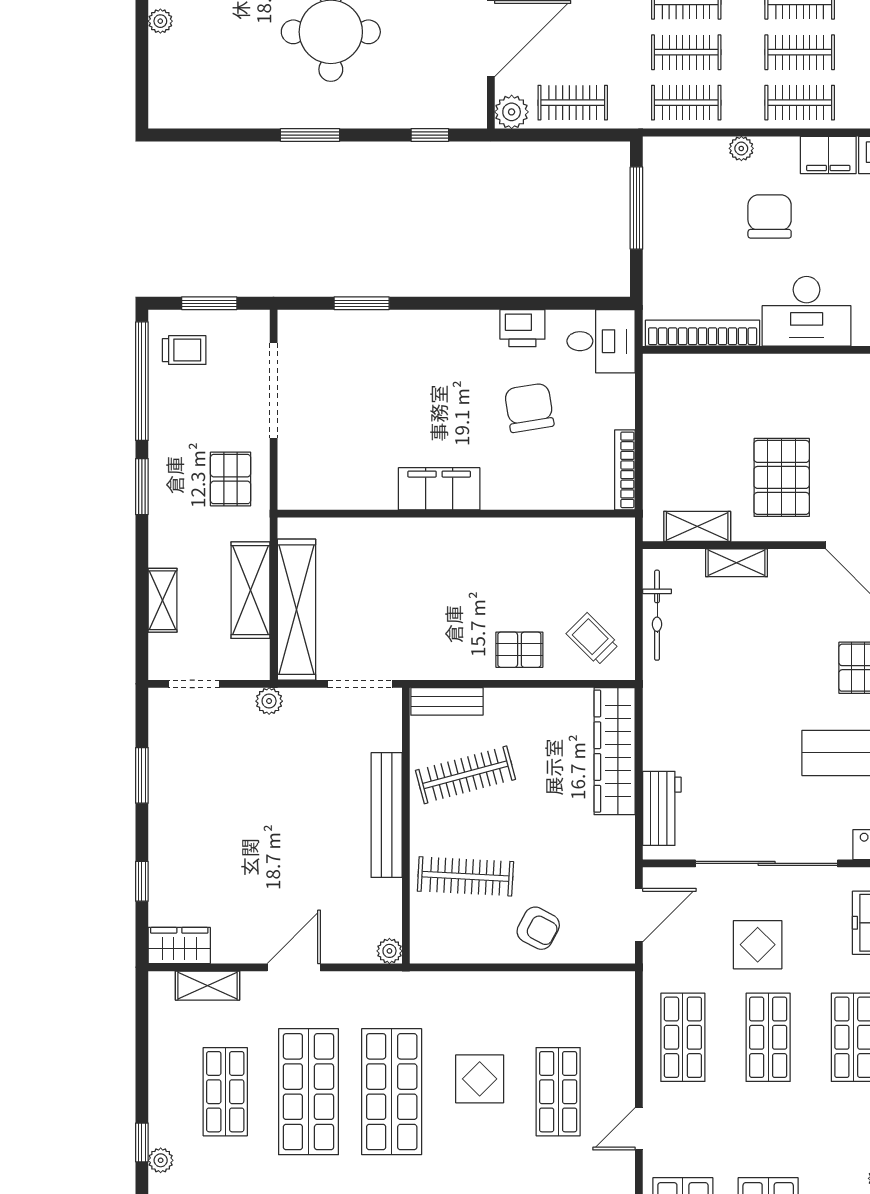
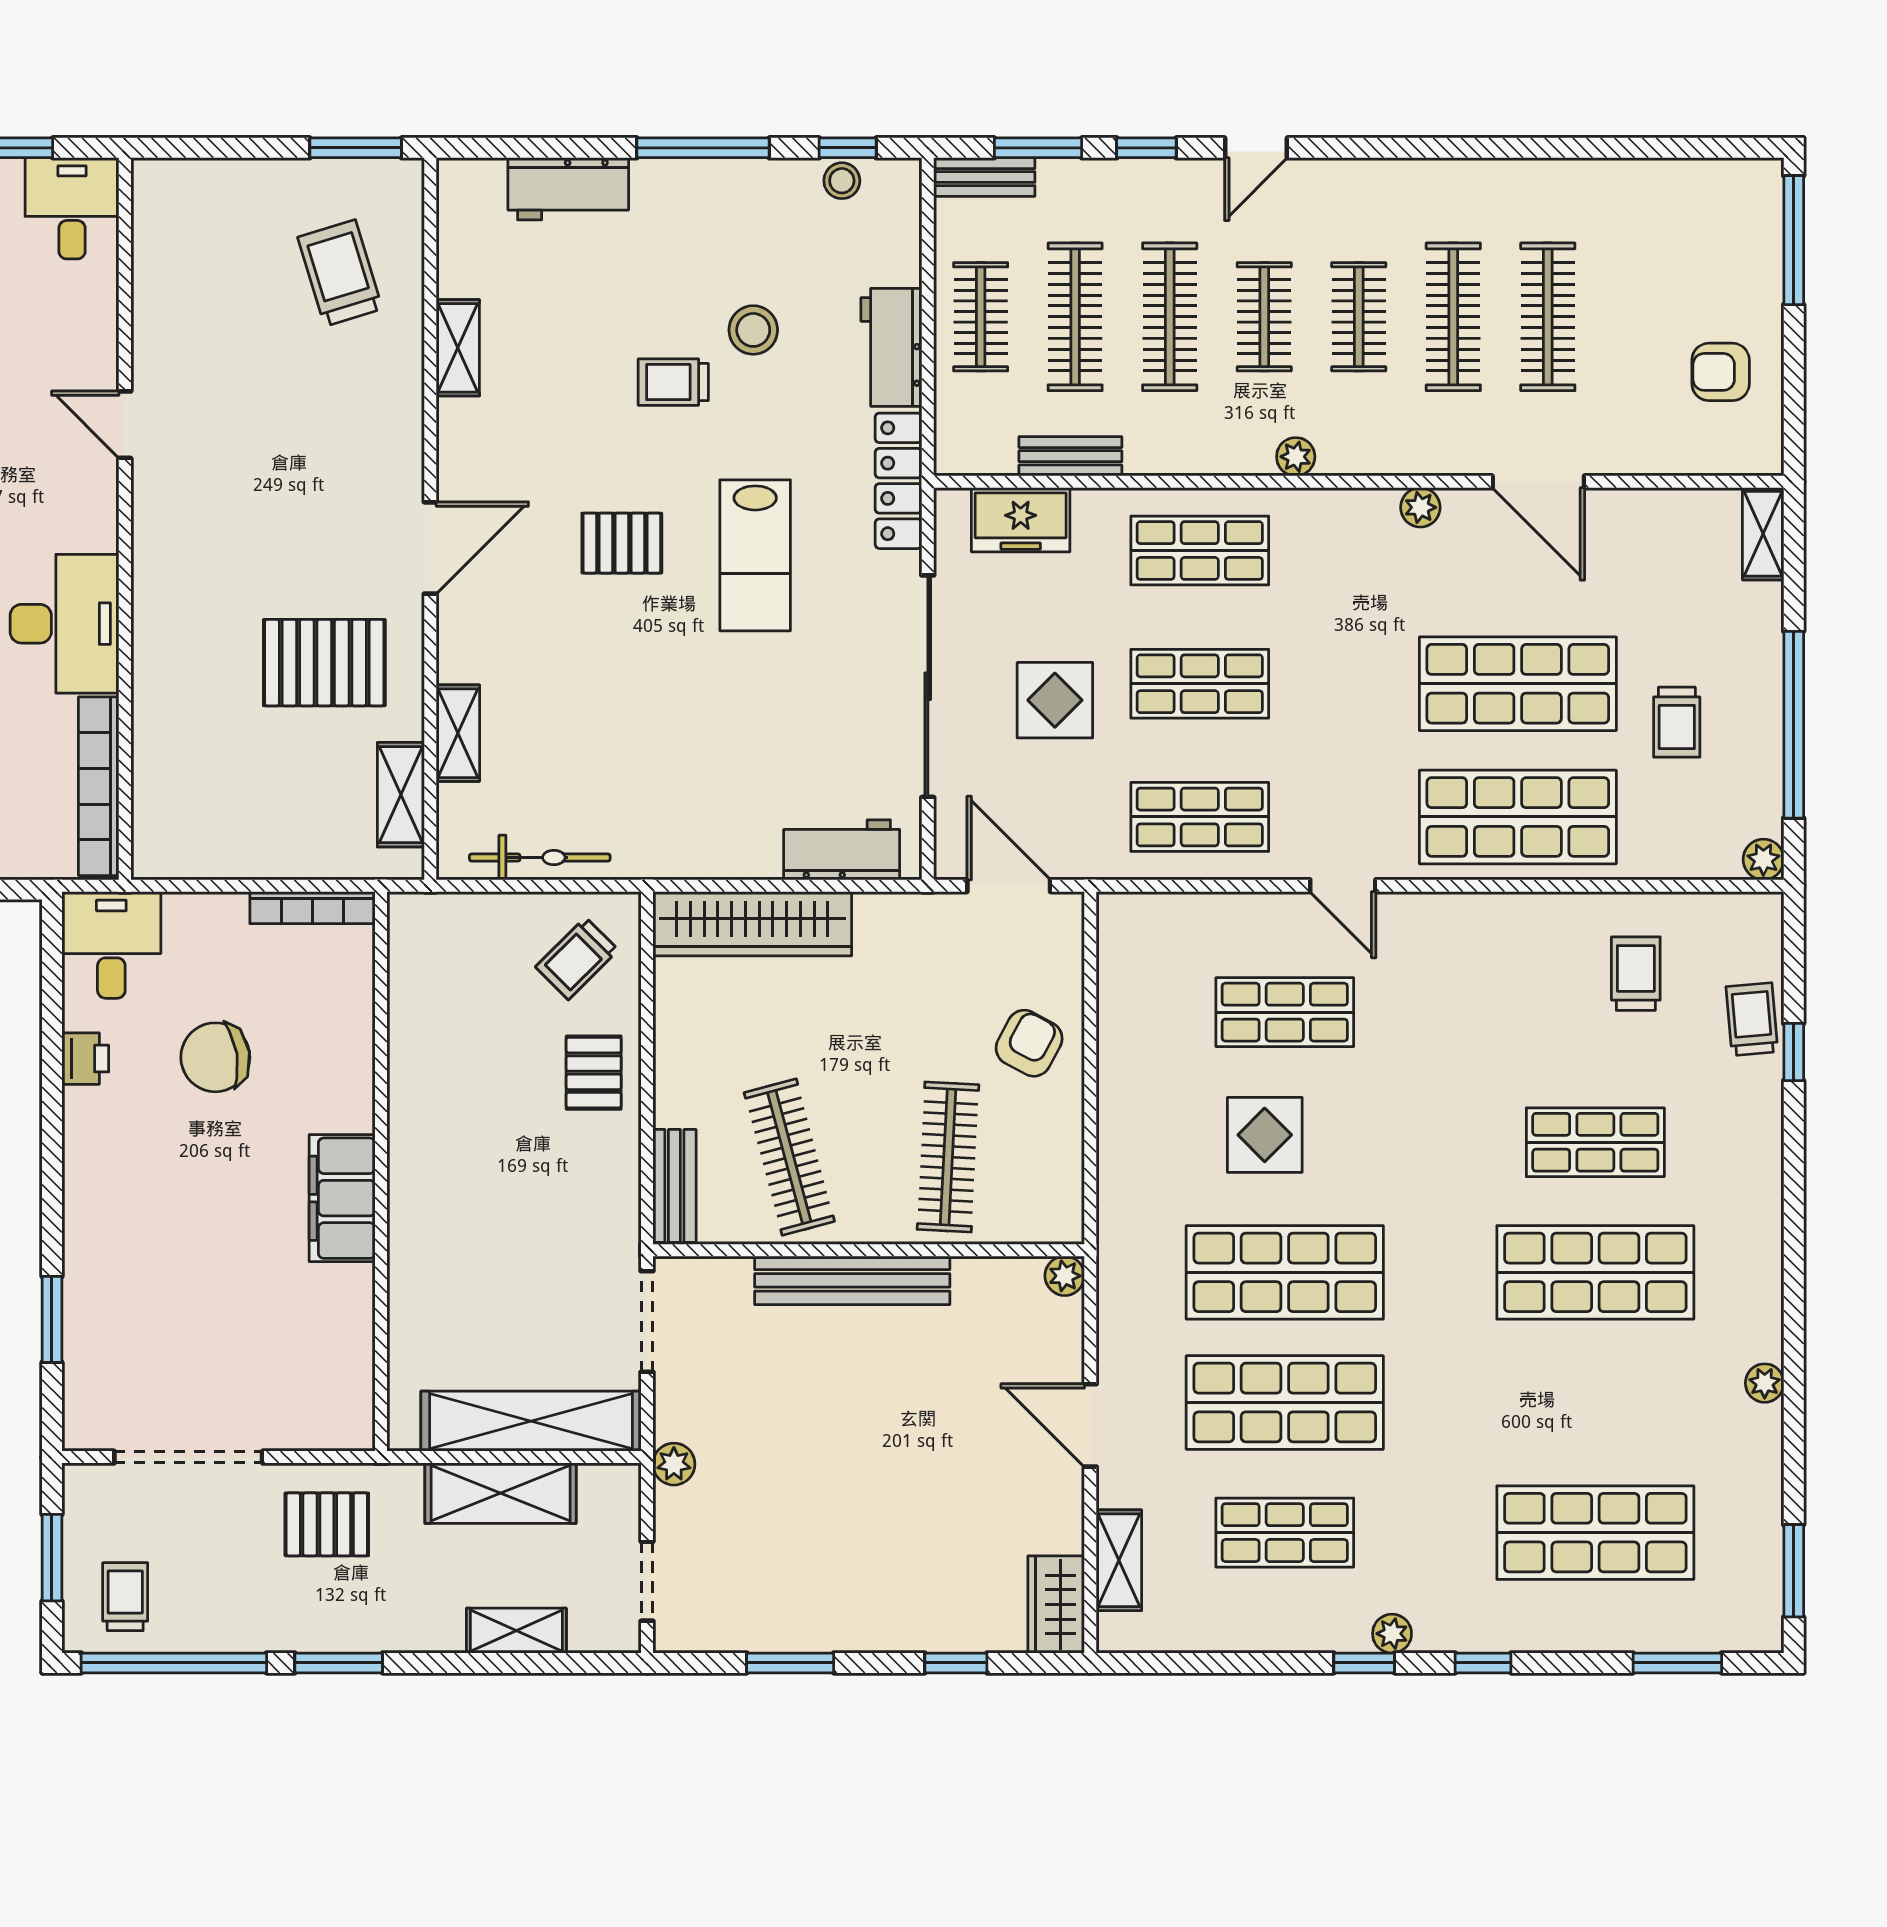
printer: (522, 328) -> (85, 1059), width x0.73, depth x0.81

